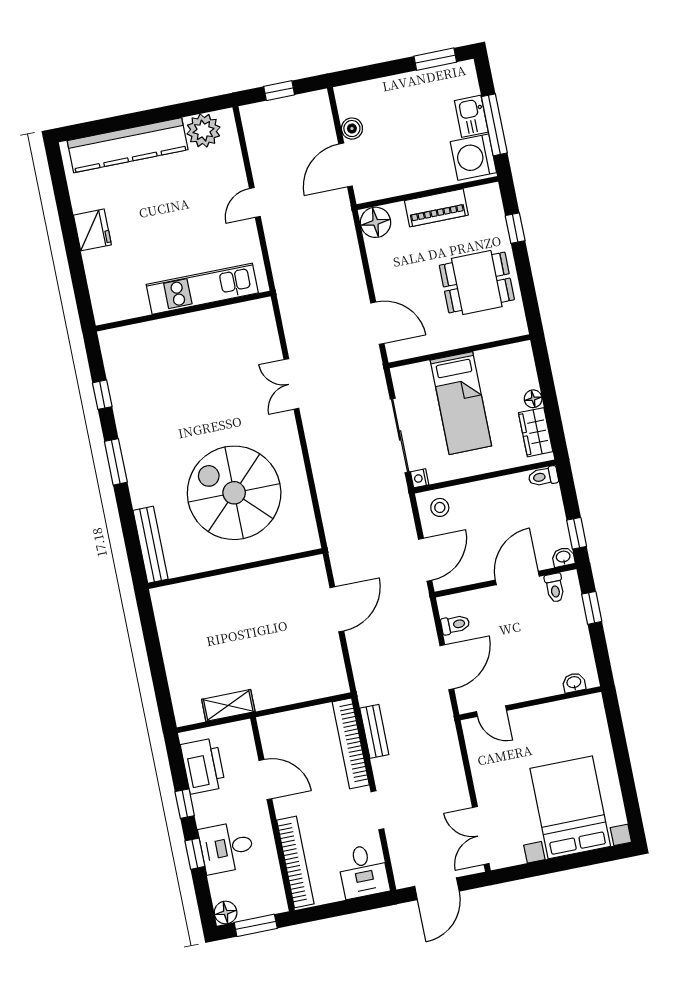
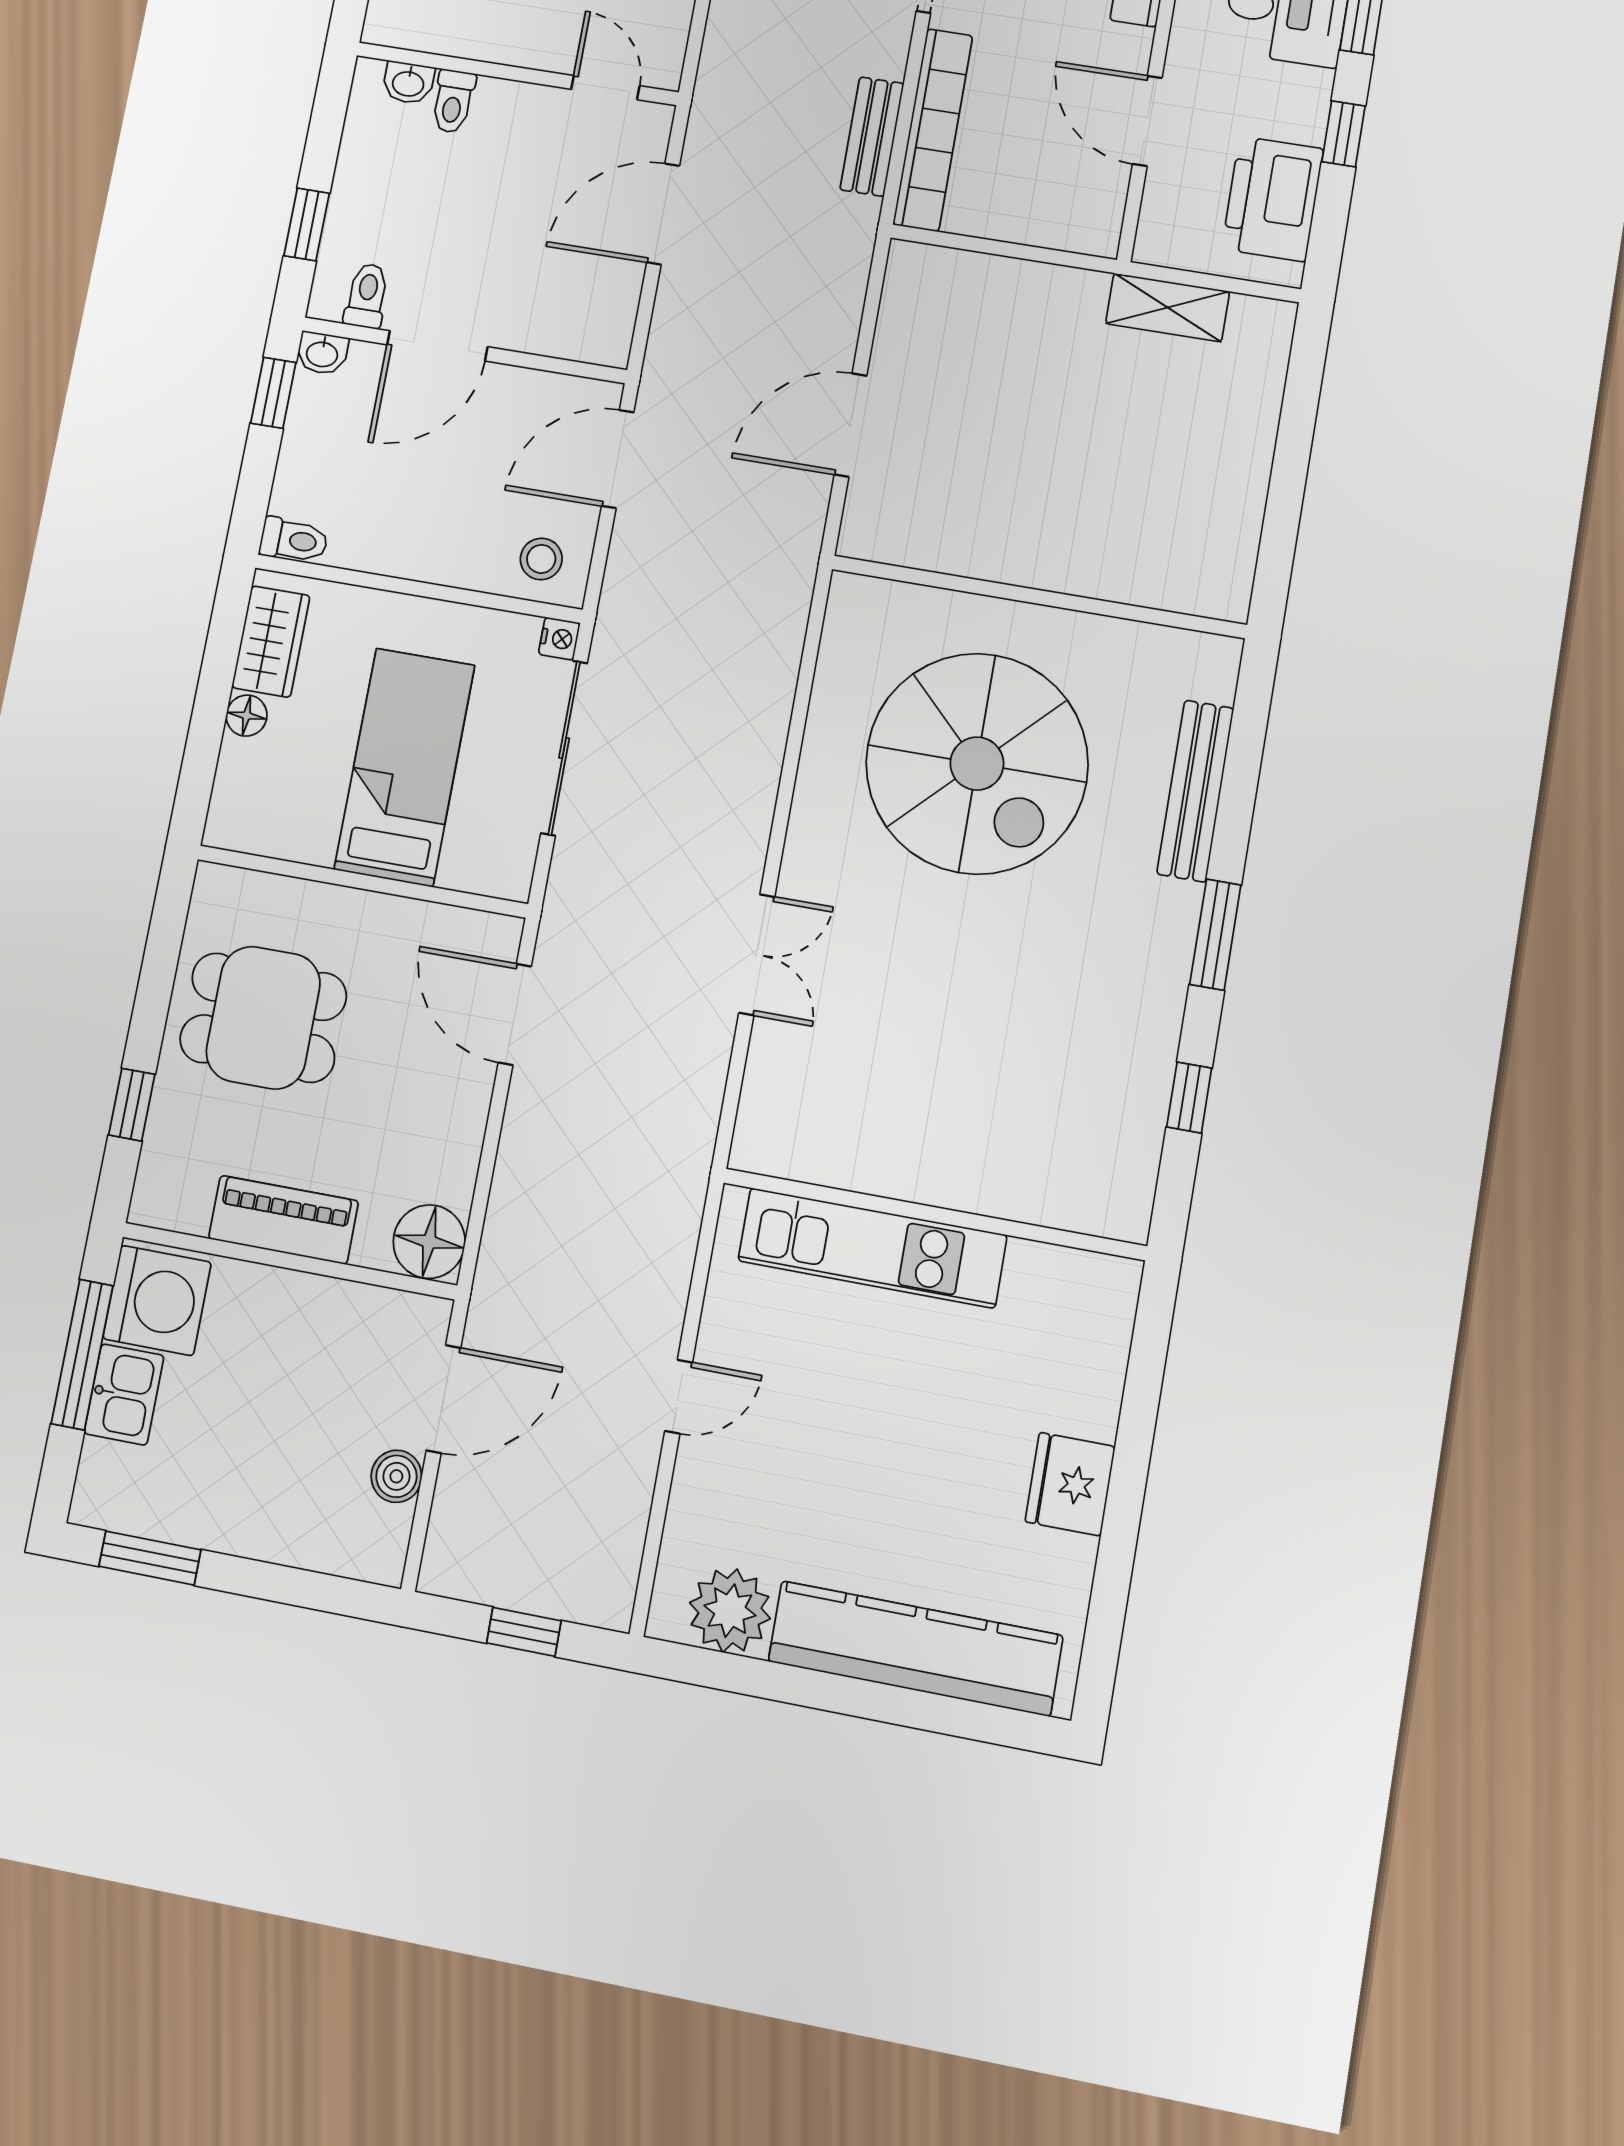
bench: (151, 545) -> (1195, 791), moved
toilet: (455, 625) -> (453, 101), moved, turned -90

